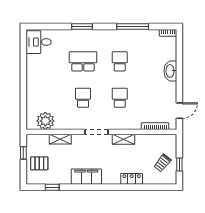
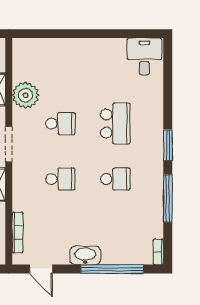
window: (82, 27) -> (168, 145), moved
window: (179, 63) -> (112, 269), added
washbasin: (170, 71) -> (85, 255), moved
plant: (45, 121) -> (25, 95), moved

